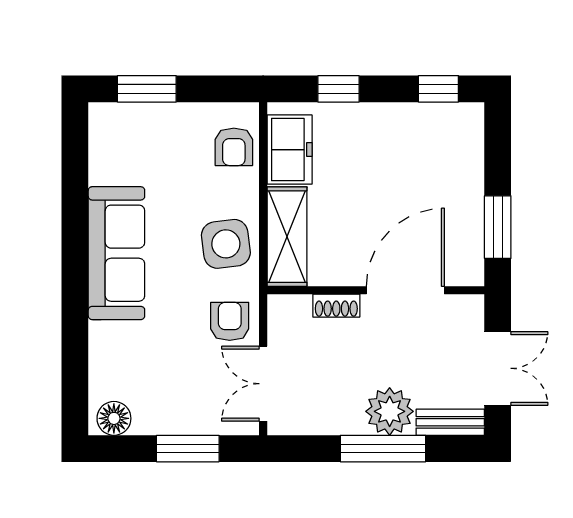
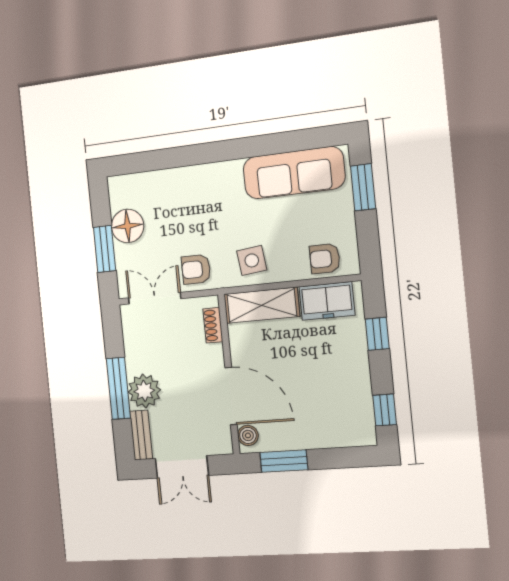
side table: (226, 244) -> (252, 260), width x0.73, depth x0.73
sofa: (116, 253) -> (294, 173), moved
boiler: (460, 272) -> (248, 435), added
shoe rack: (336, 306) -> (213, 325), moved
armchair: (230, 321) -> (196, 269), turned 180
floor lamp: (114, 418) -> (127, 226), moved, width x1.38, depth x1.38

